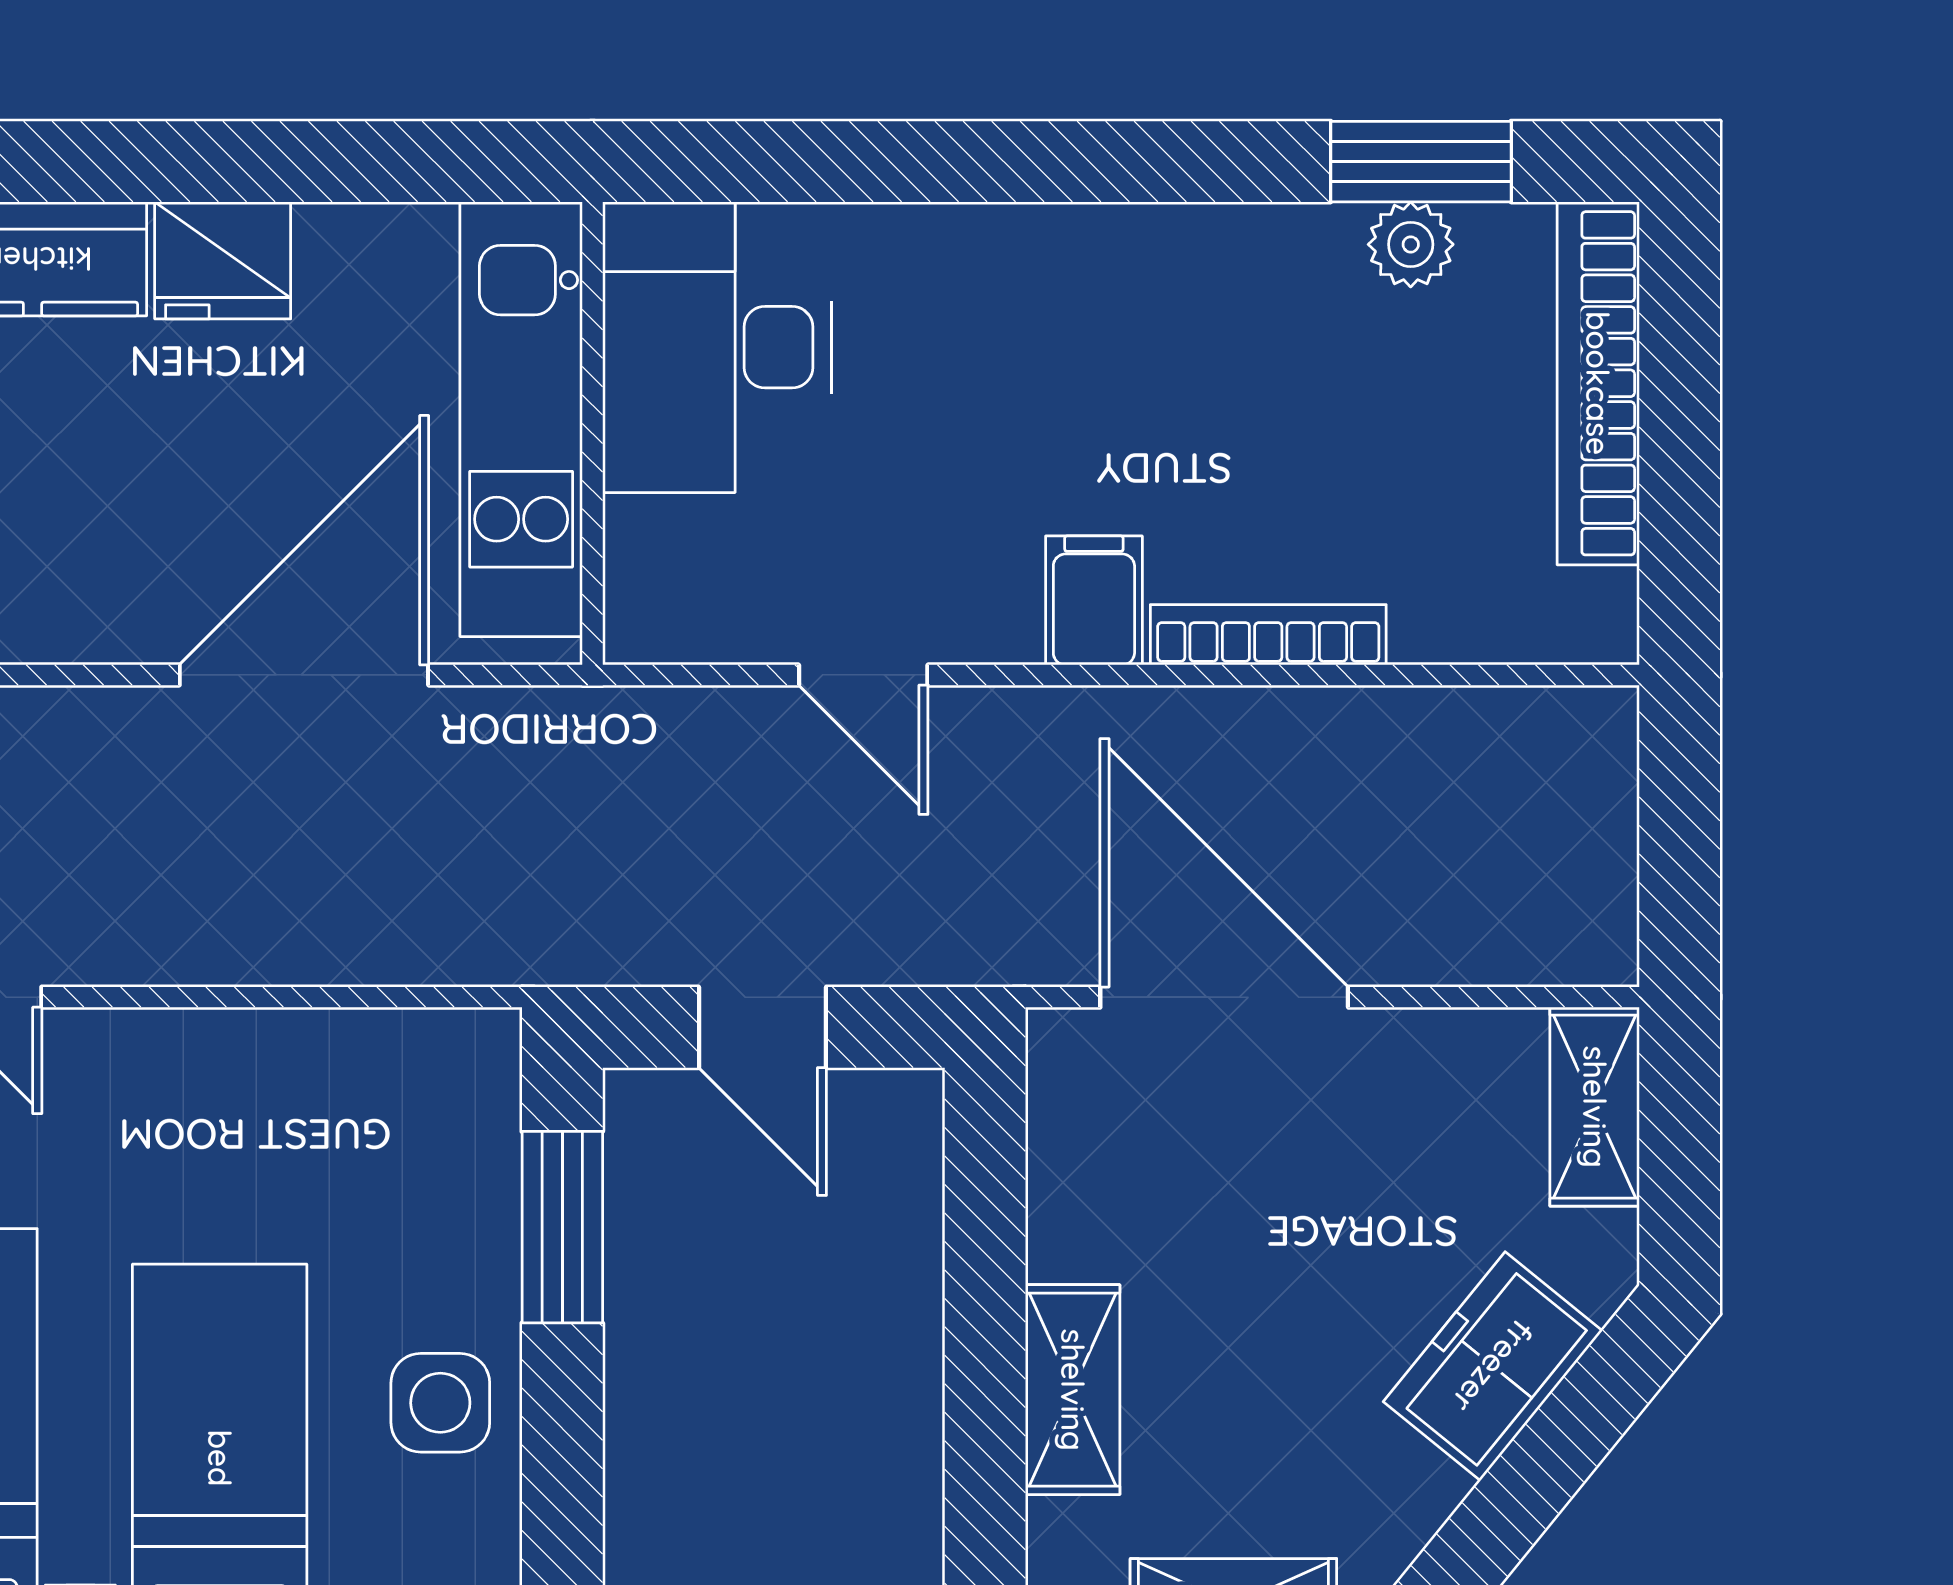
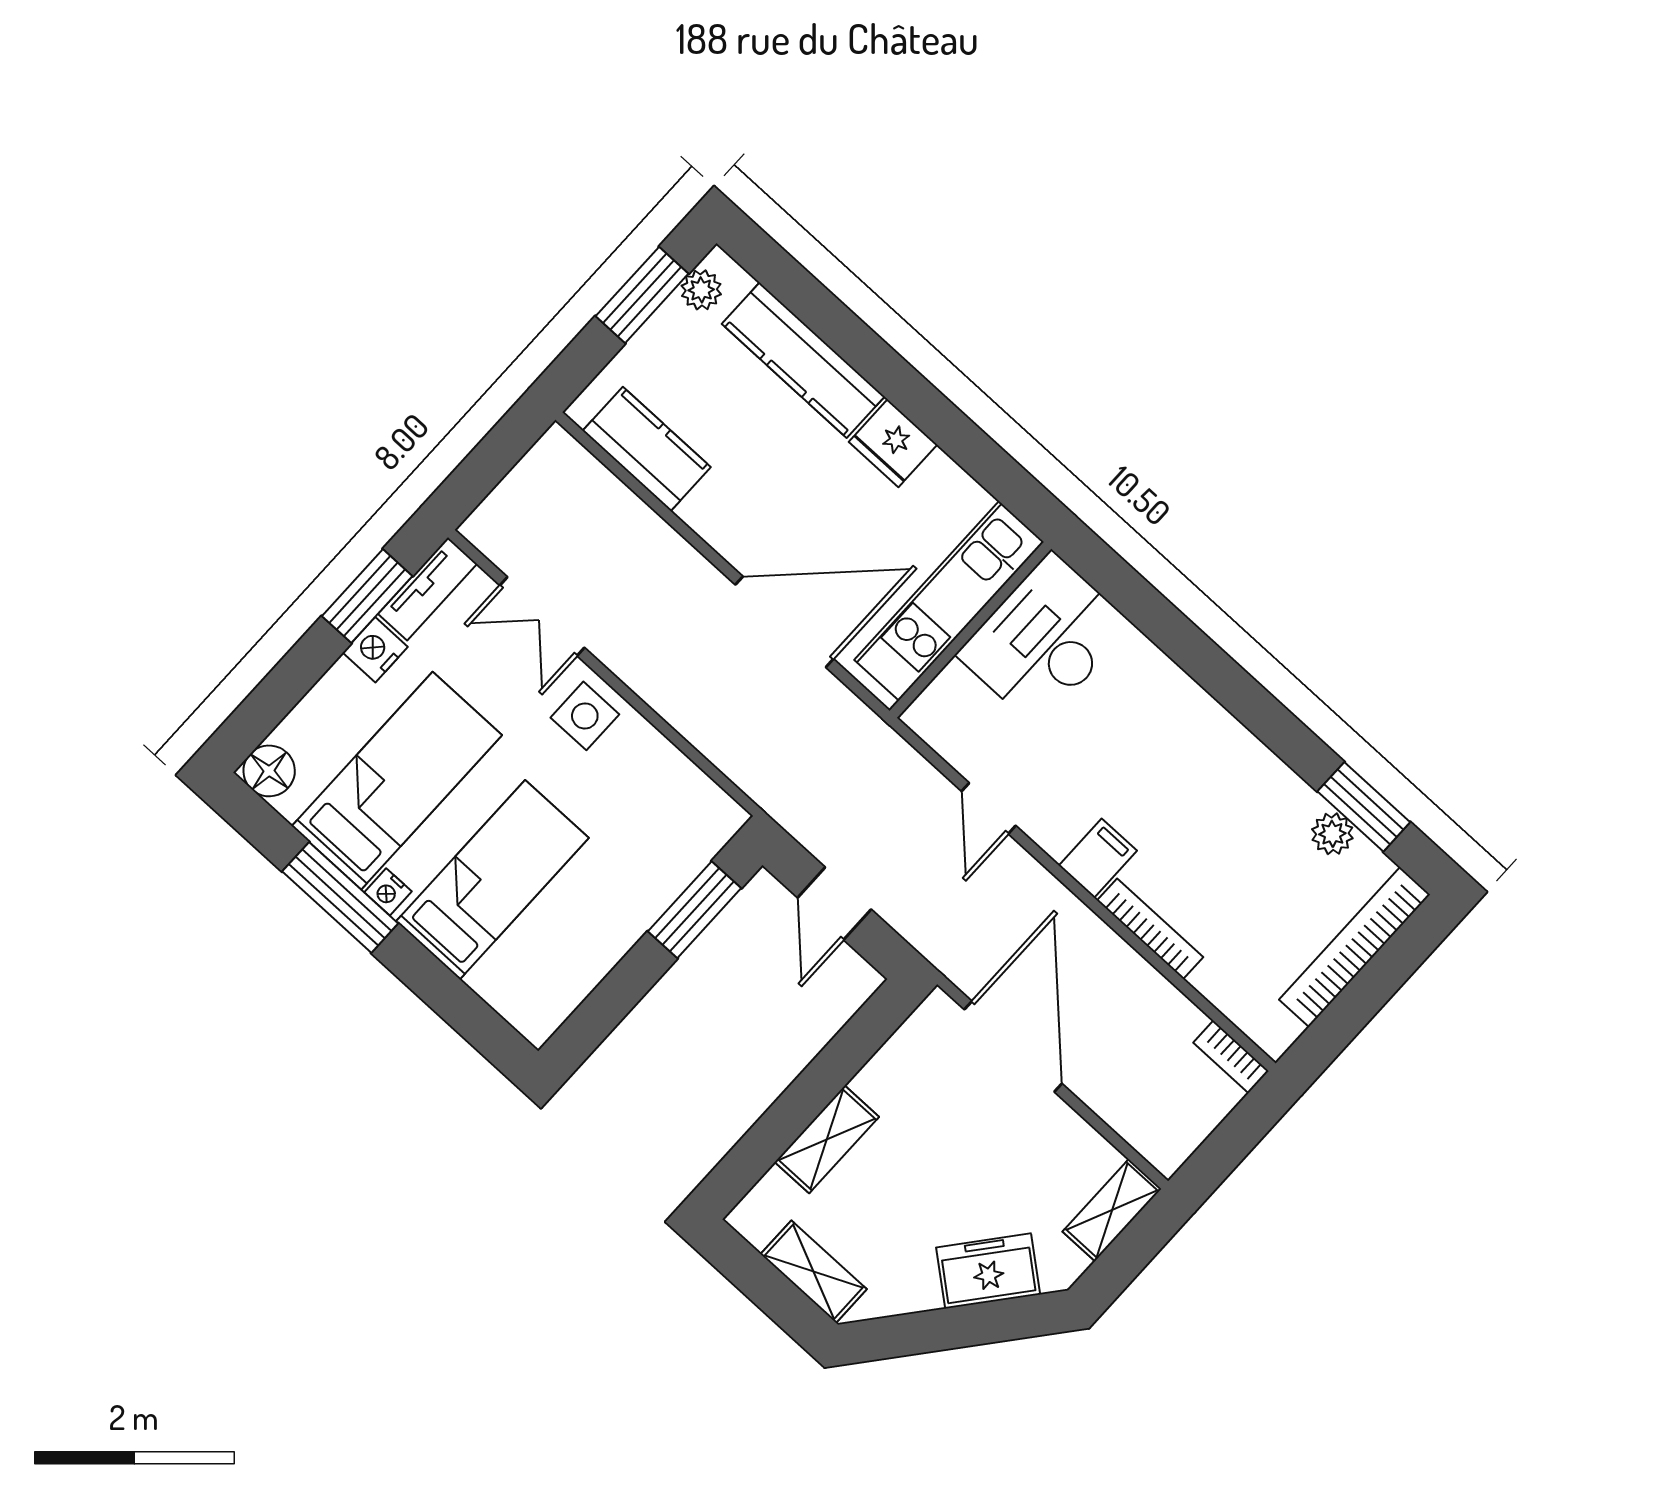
bookcase: (1563, 715) -> (1231, 1057), added
side table: (440, 1403) -> (585, 716), moved

